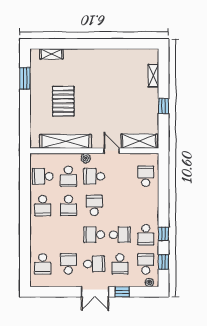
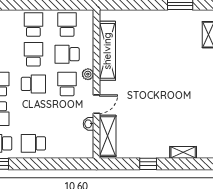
pallet: (63, 101) -> (154, 48), removed
washbasin: (129, 158) -> (88, 124), added
school desk: (146, 176) -> (33, 143), moved, turned 180
school desk: (43, 205) -> (33, 25), turned 90
school desk: (68, 205) -> (33, 54), turned 90

